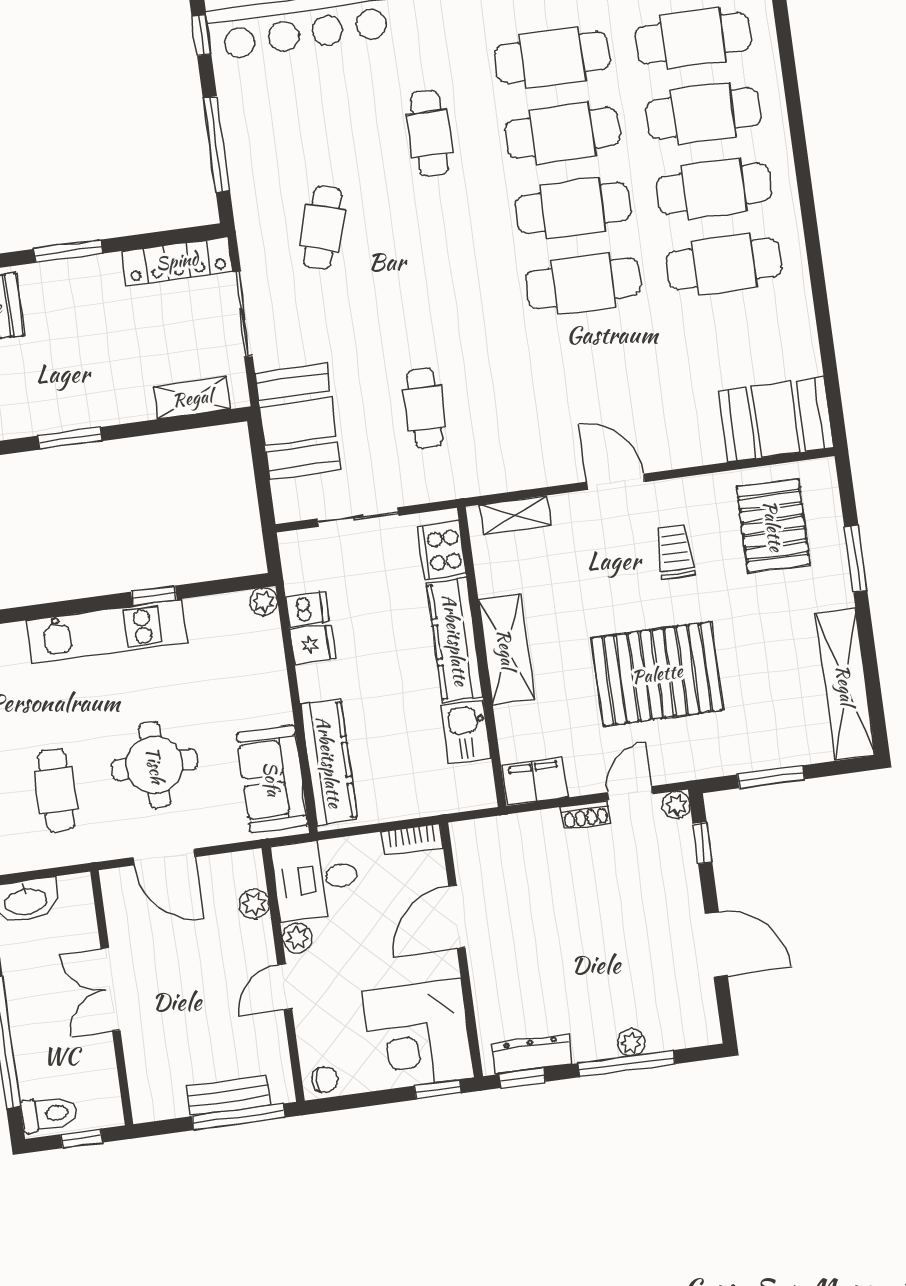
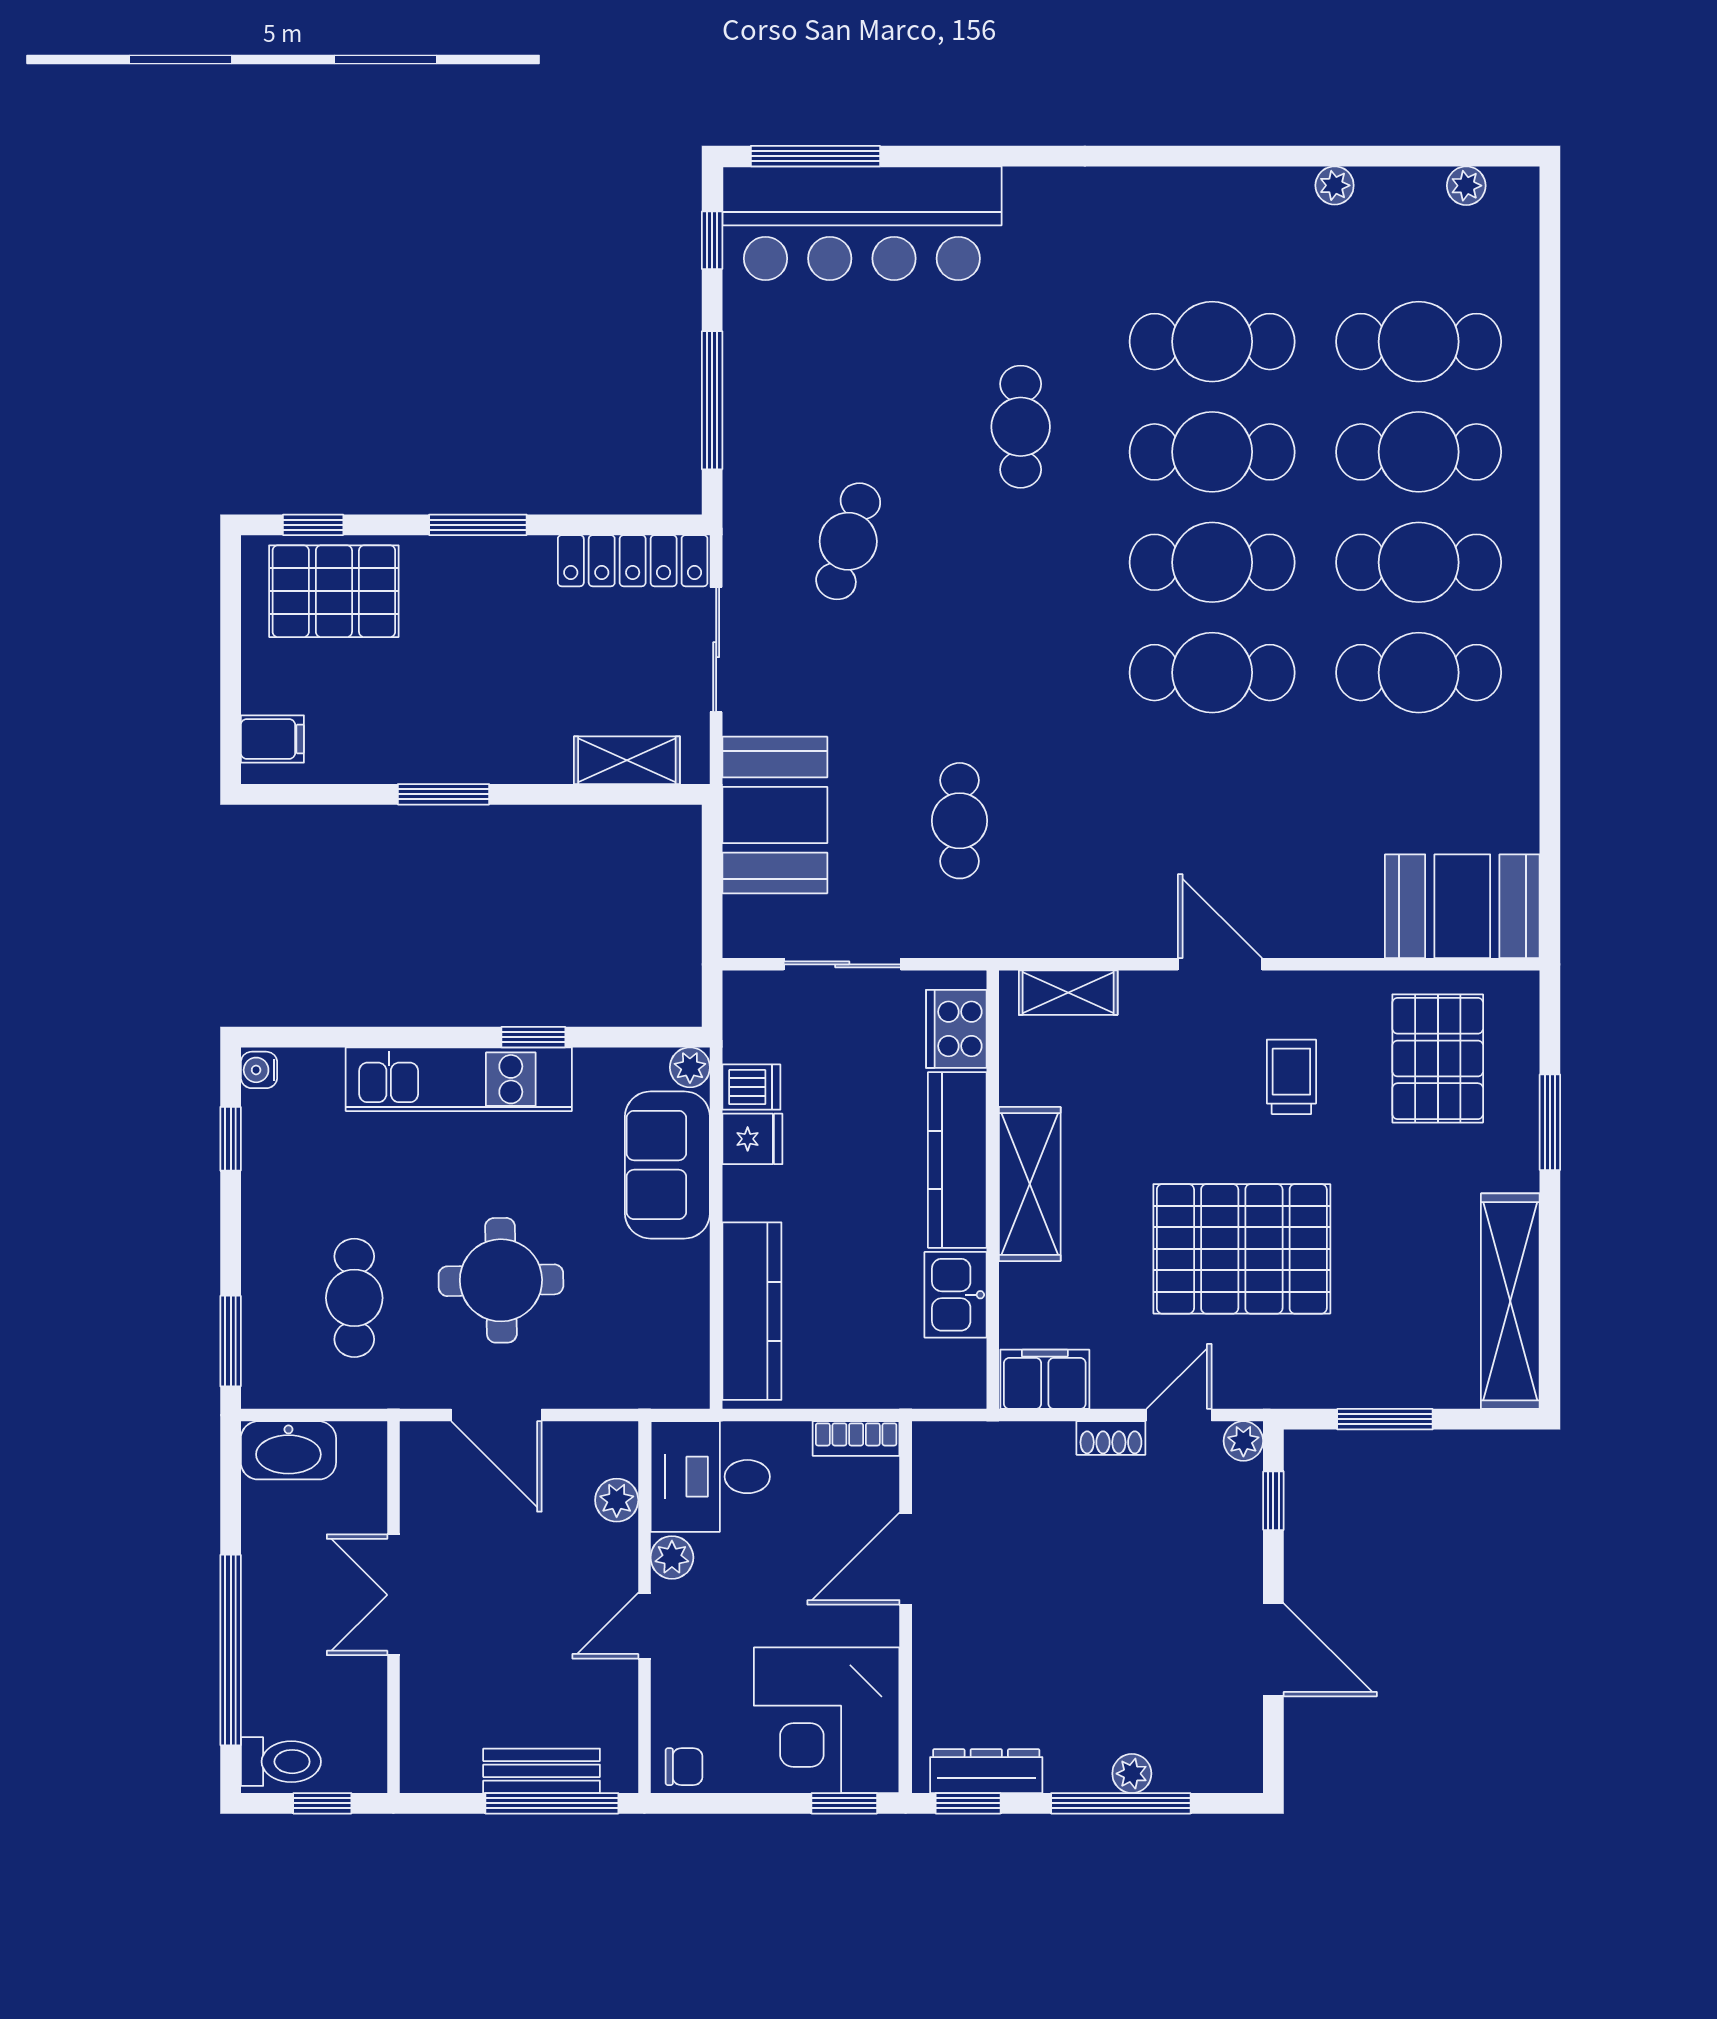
sofa: (272, 779) -> (667, 1165), moved

